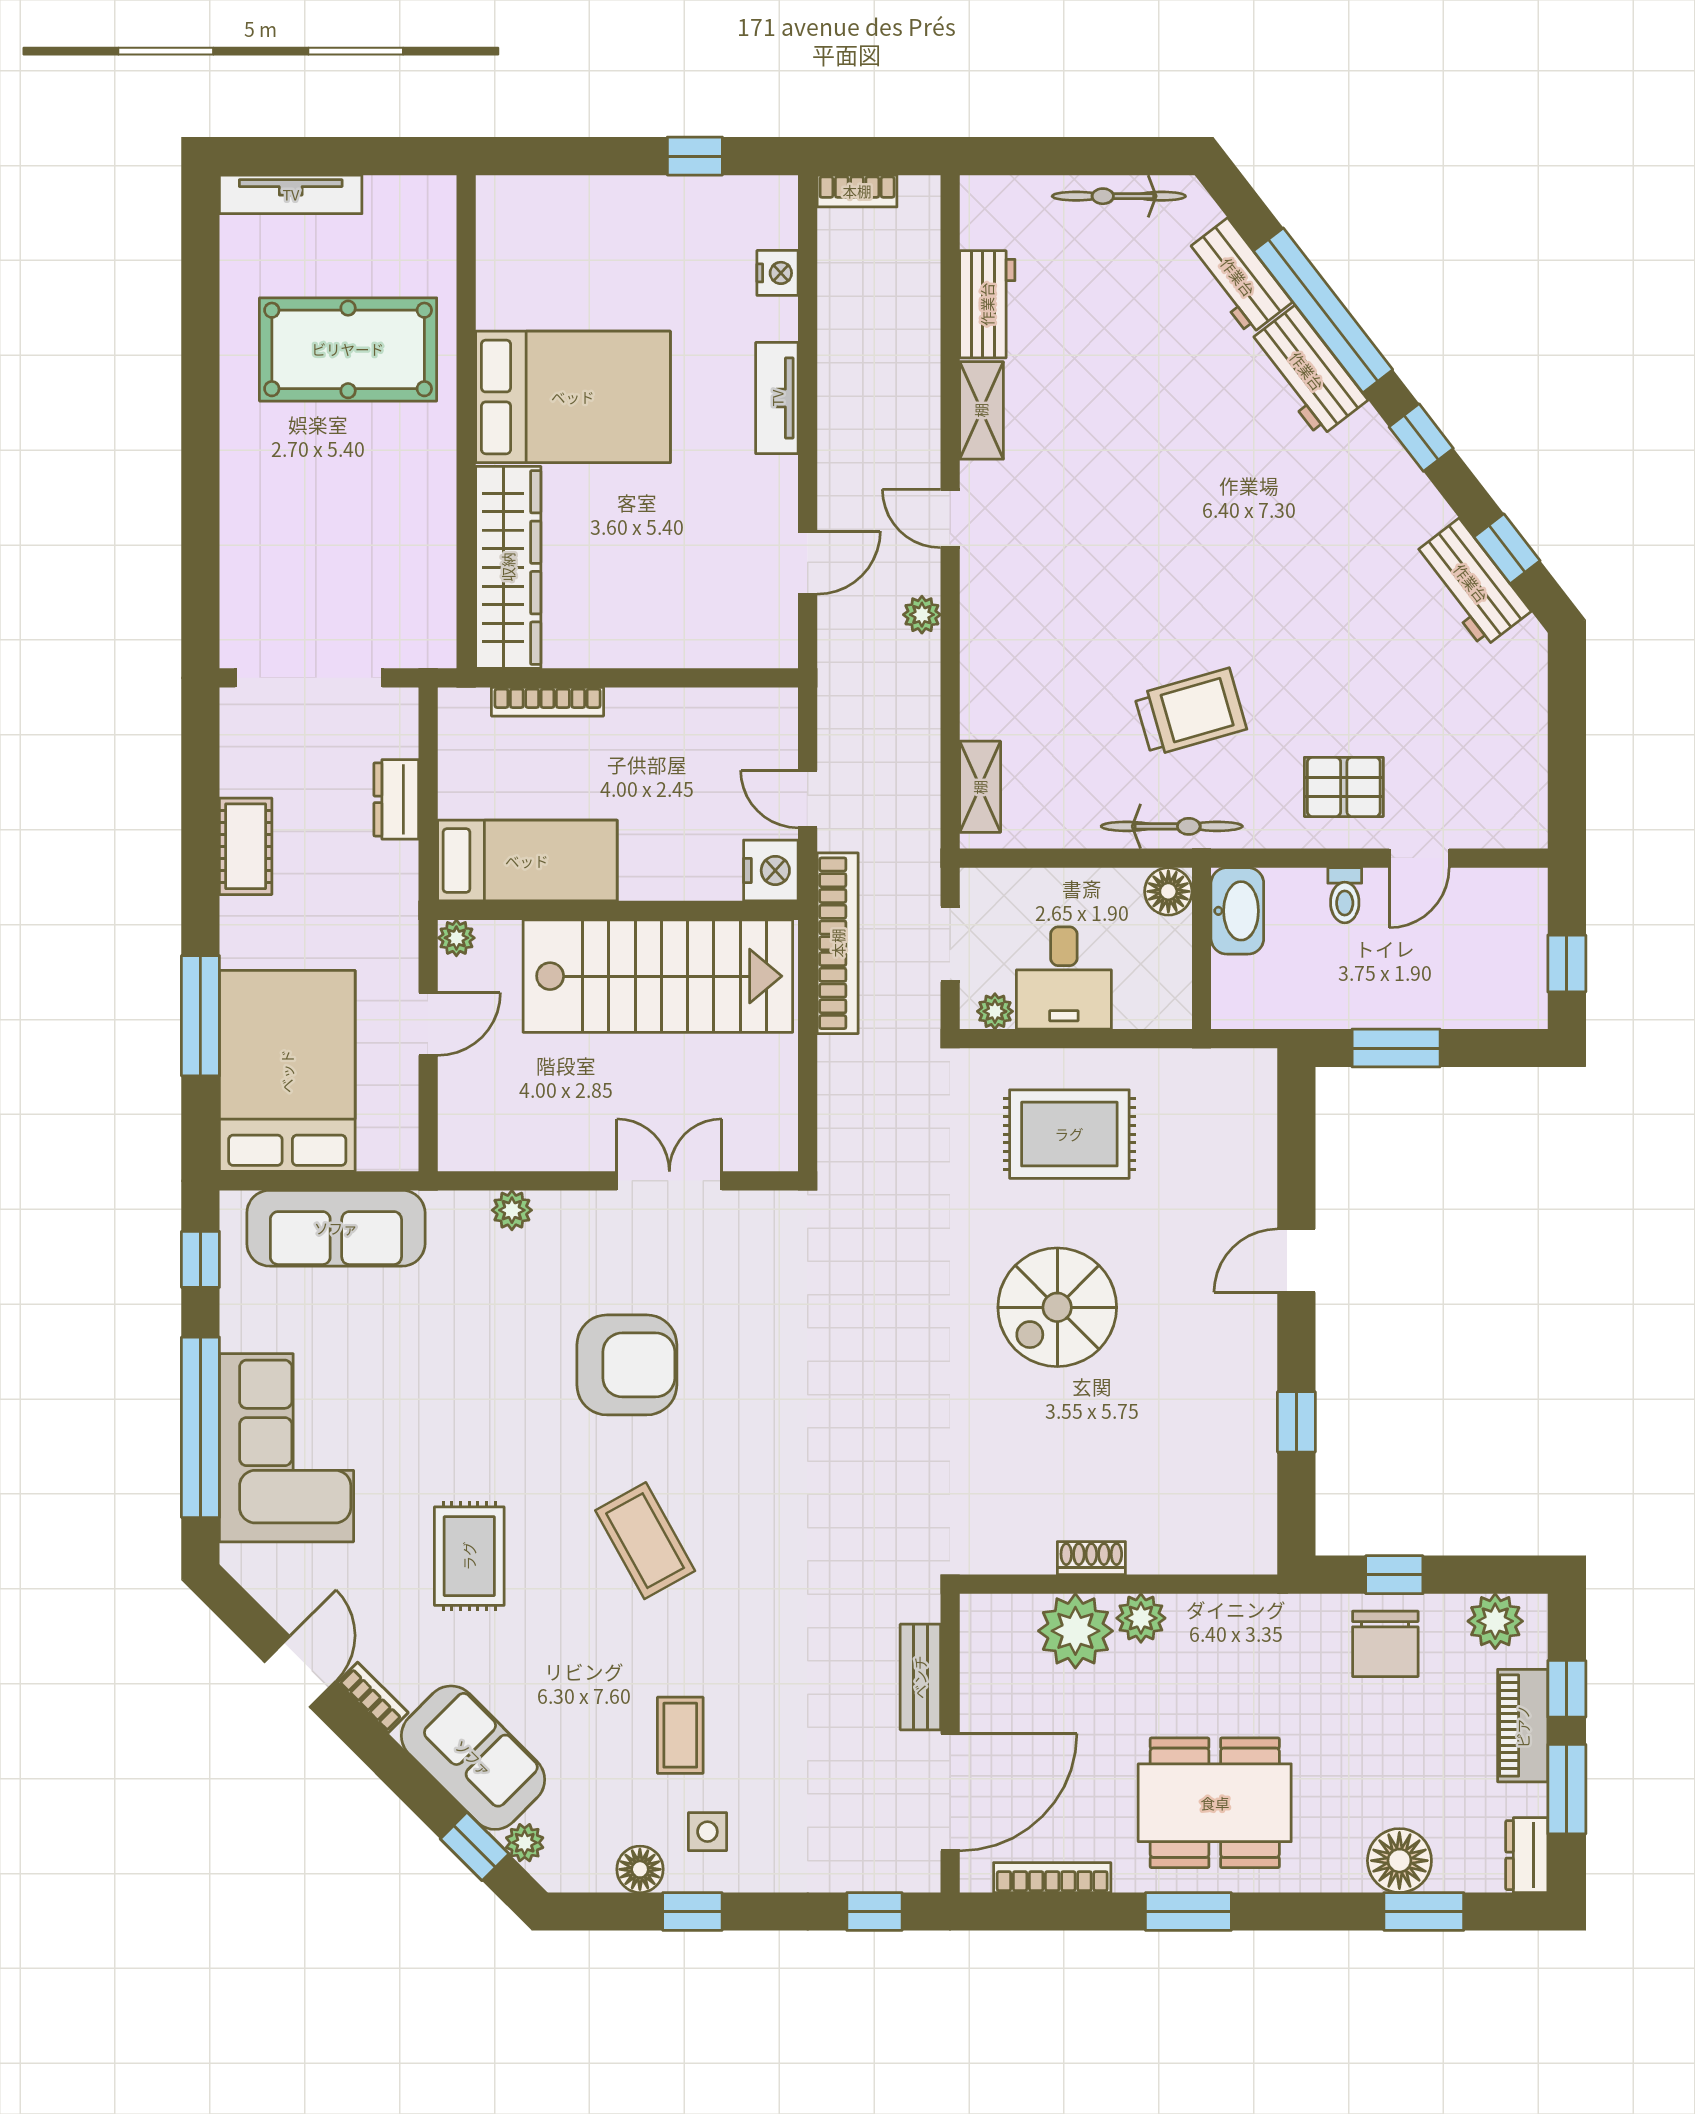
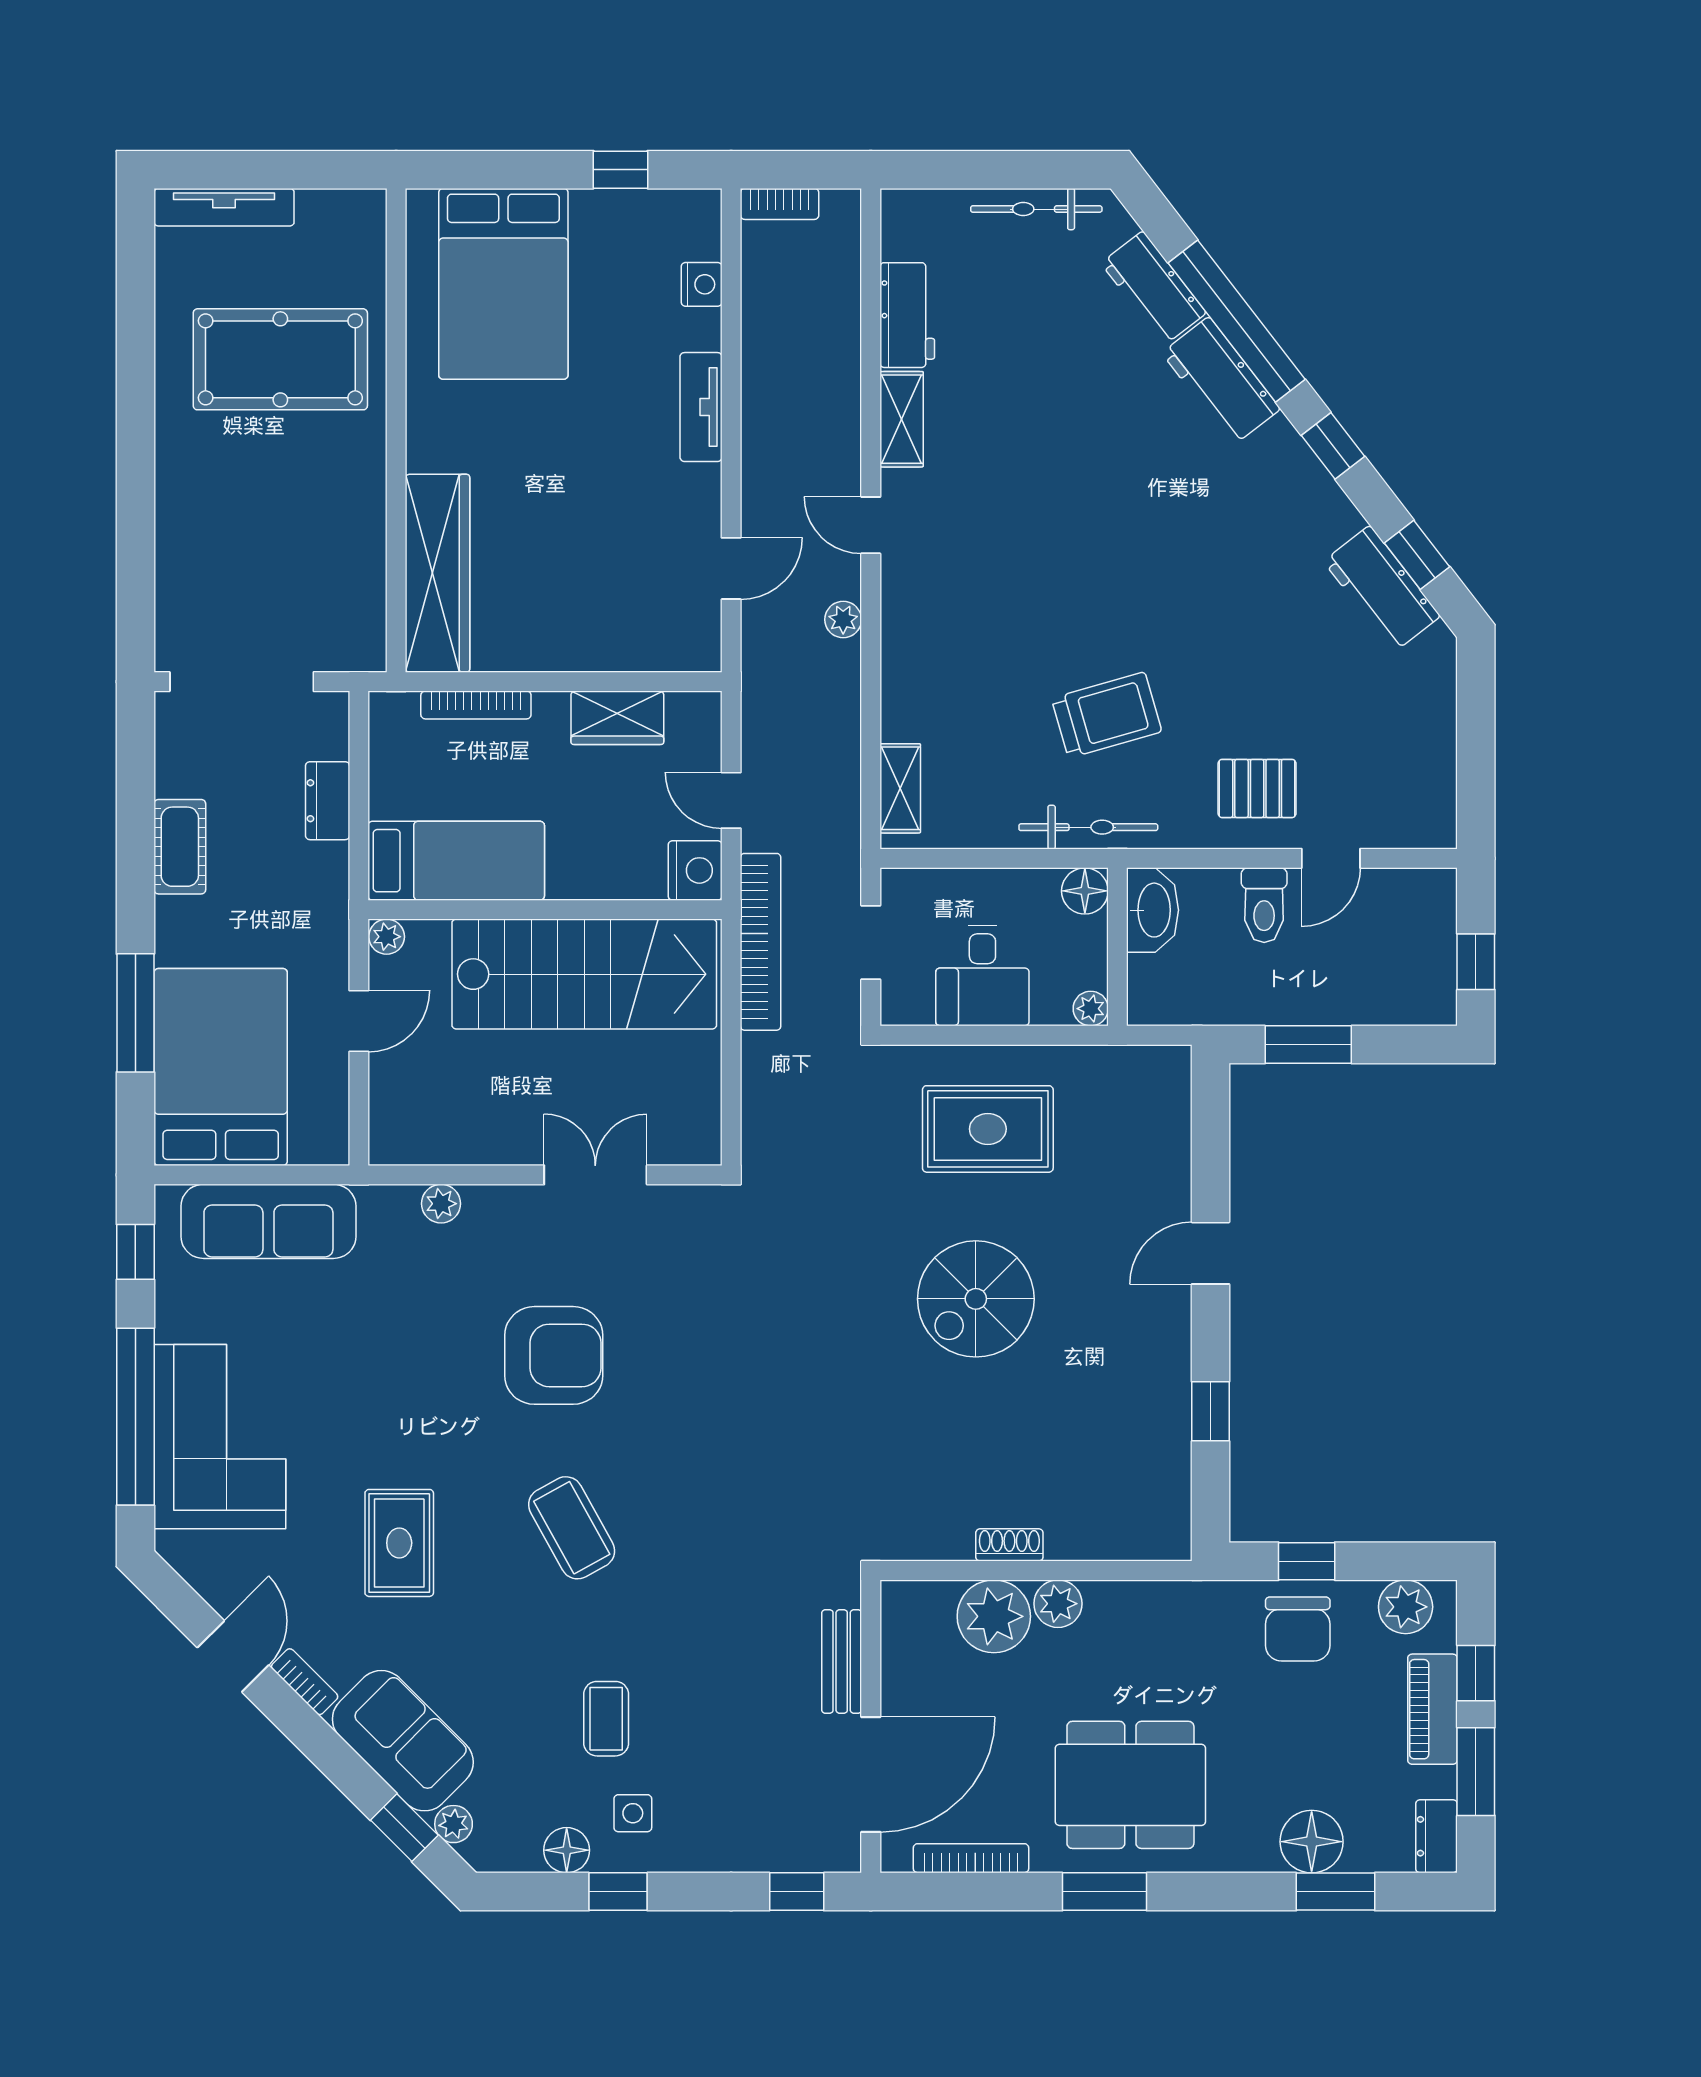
bed: (573, 397) -> (503, 284), moved, turned 90
wardrobe: (692, 715) -> (617, 718), added
toilet: (1345, 895) -> (1264, 905), width x1.37, depth x1.39
plant: (995, 1011) -> (1091, 1009), moved

